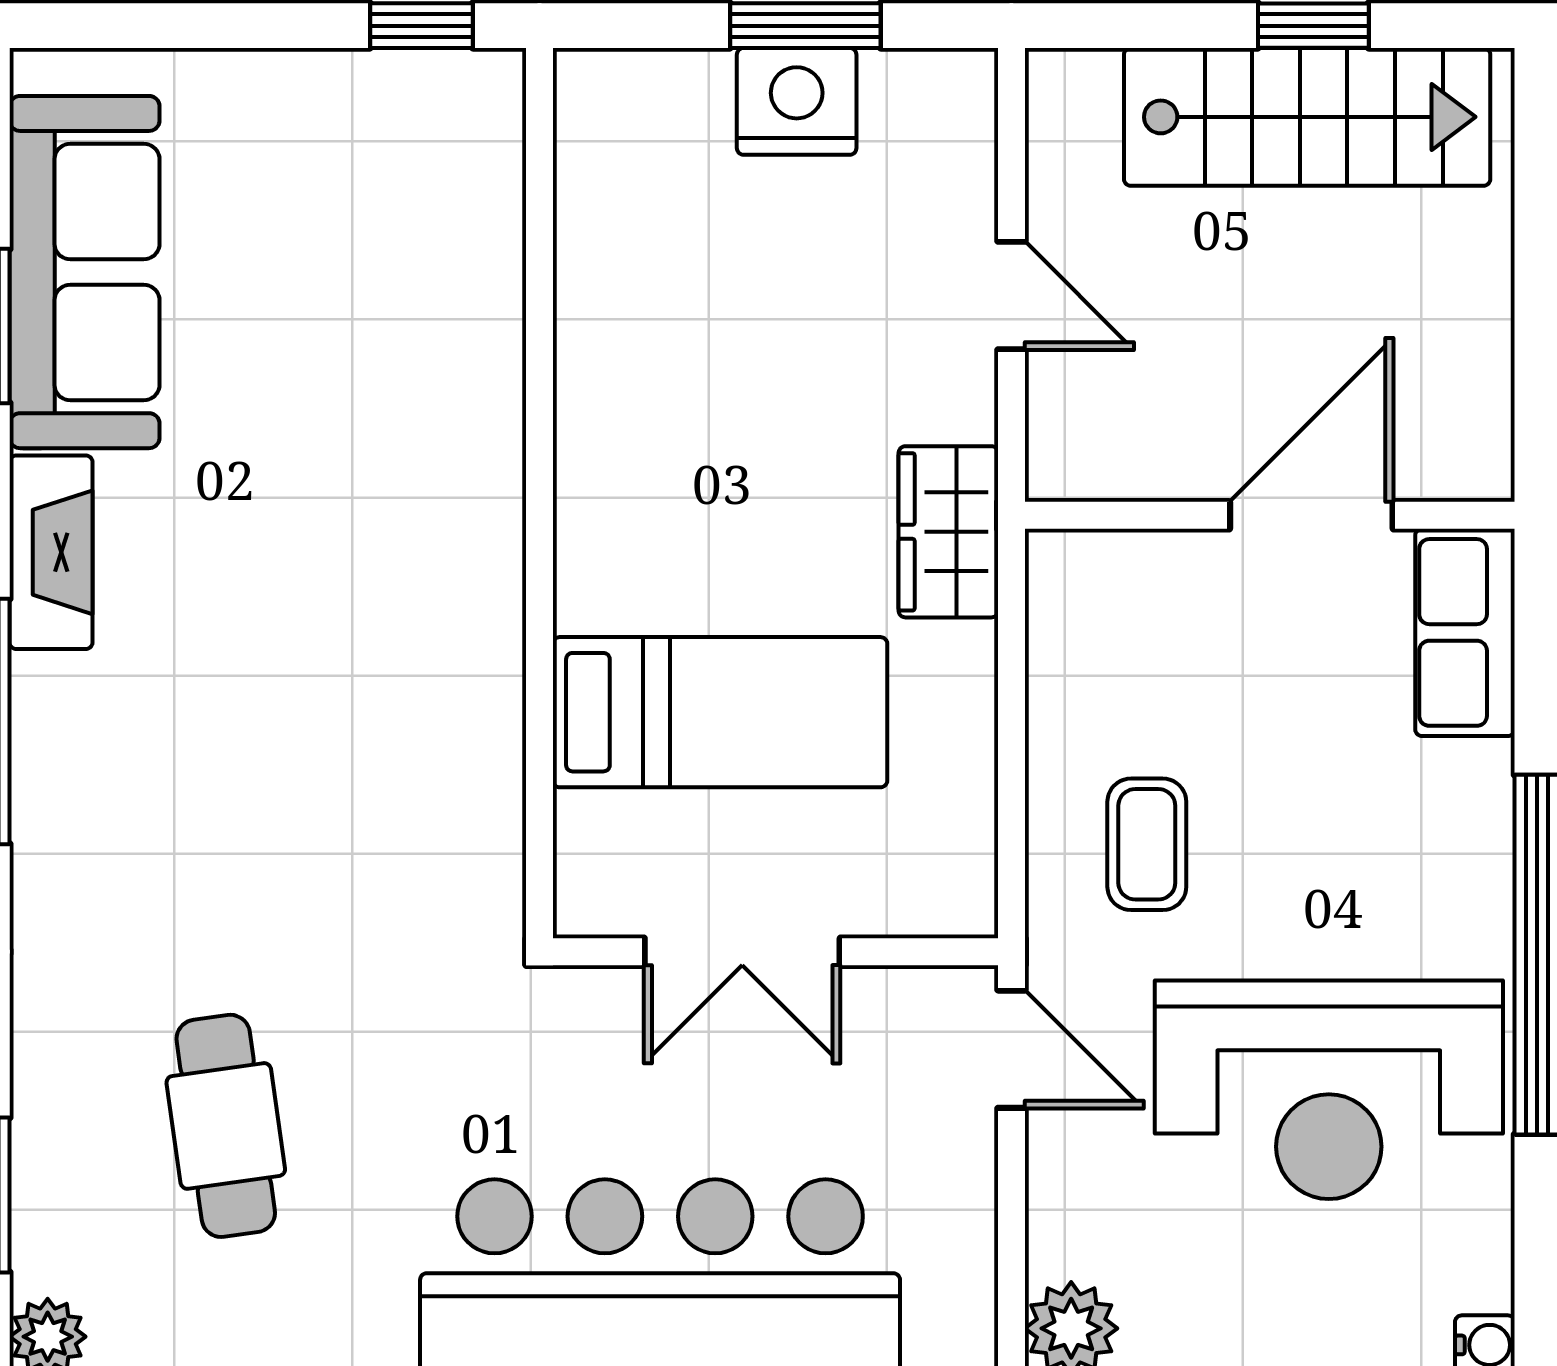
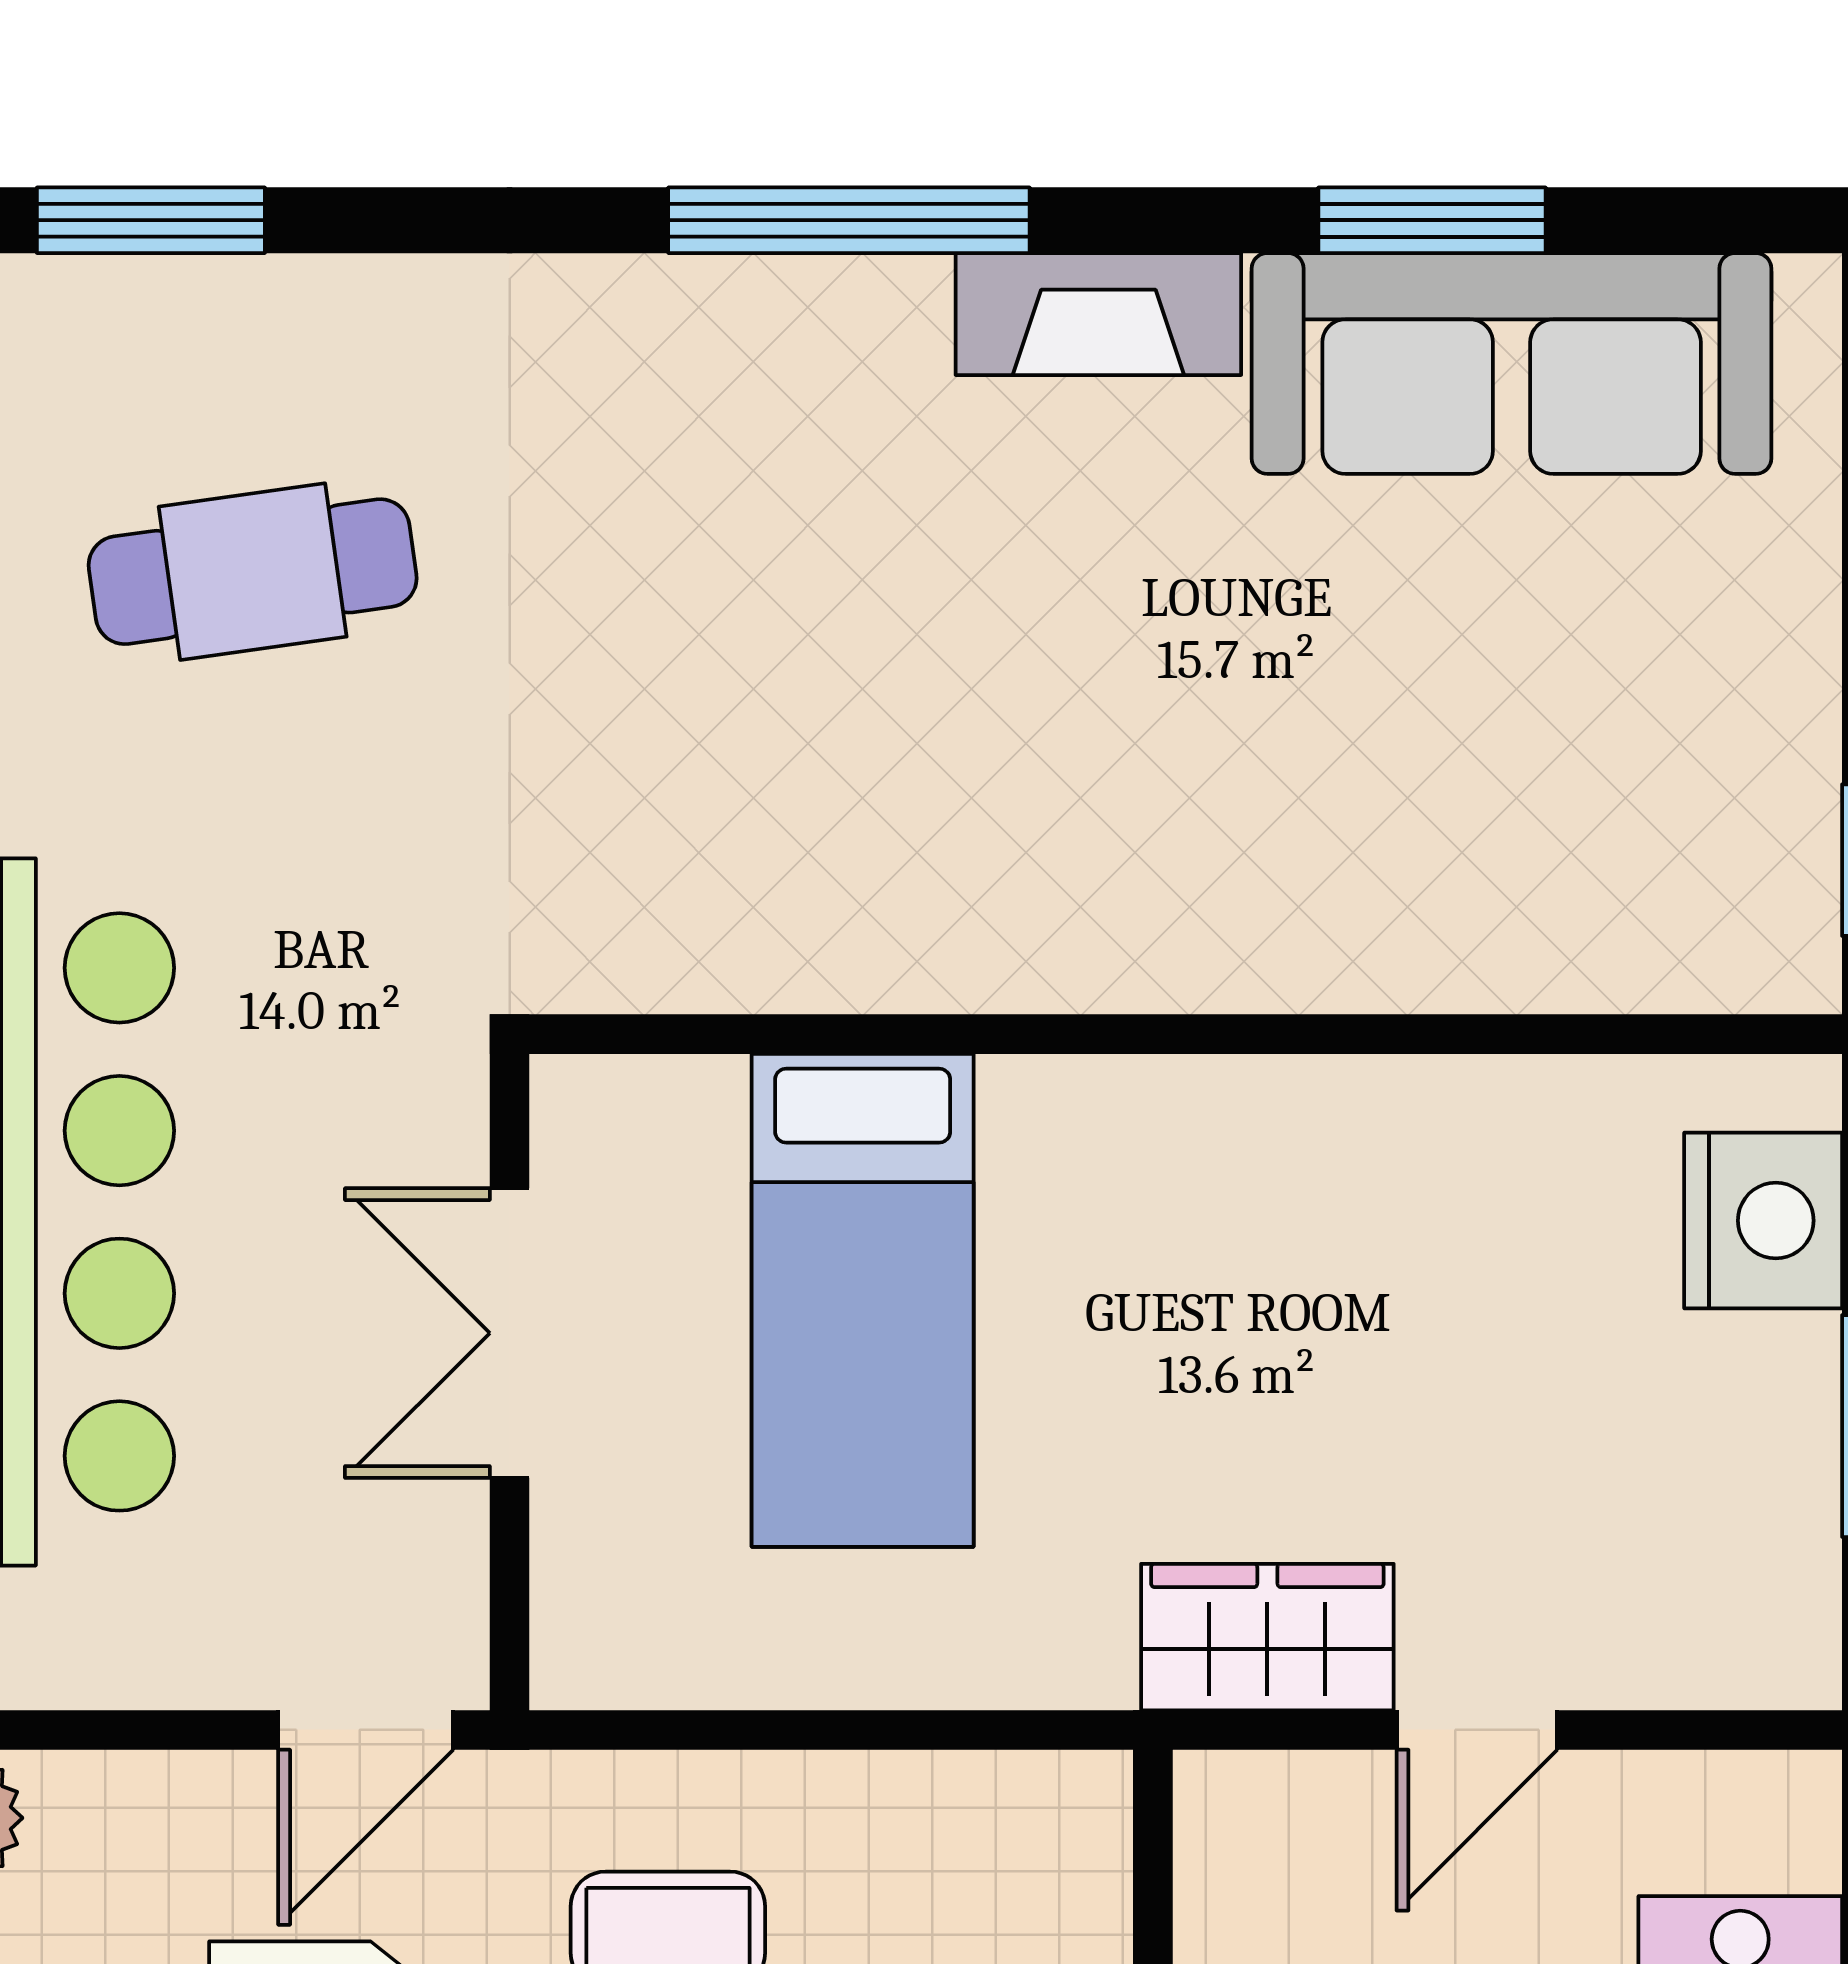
nightstand: (797, 101) -> (1763, 1221), moved
wardrobe: (948, 532) -> (1267, 1637), moved

